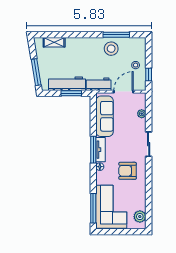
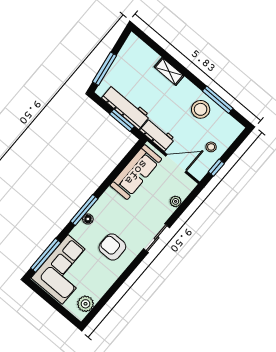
shelving: (54, 42) -> (169, 71), moved
window: (93, 150) -> (84, 210), moved
tv unit: (101, 150) -> (103, 202), removed

